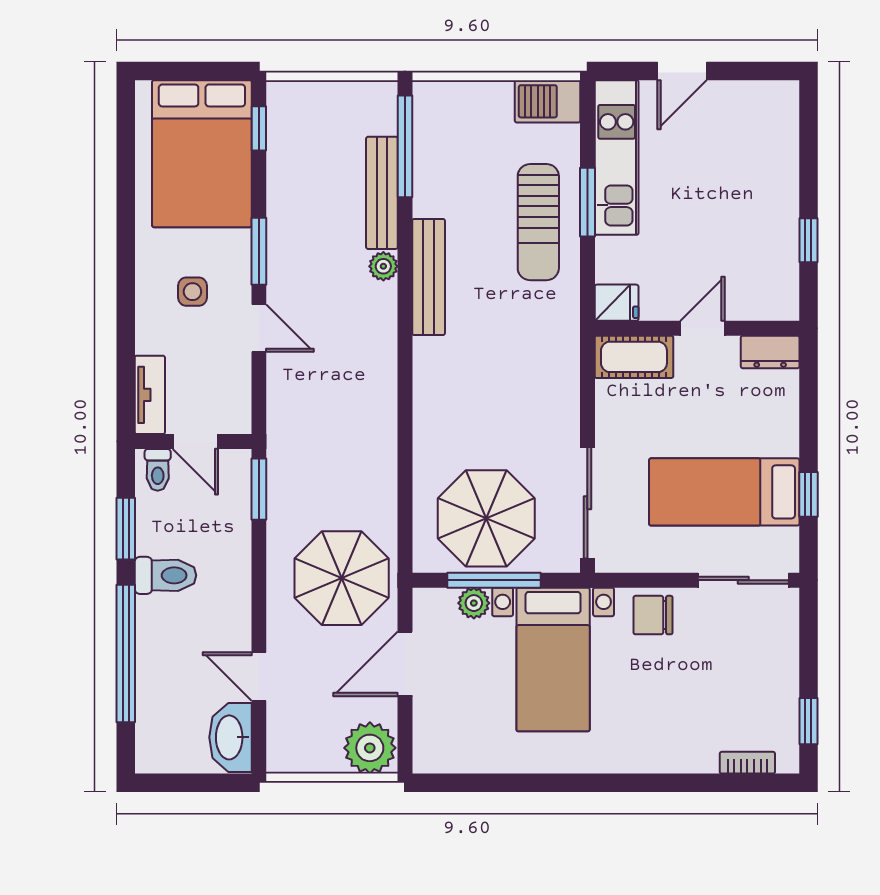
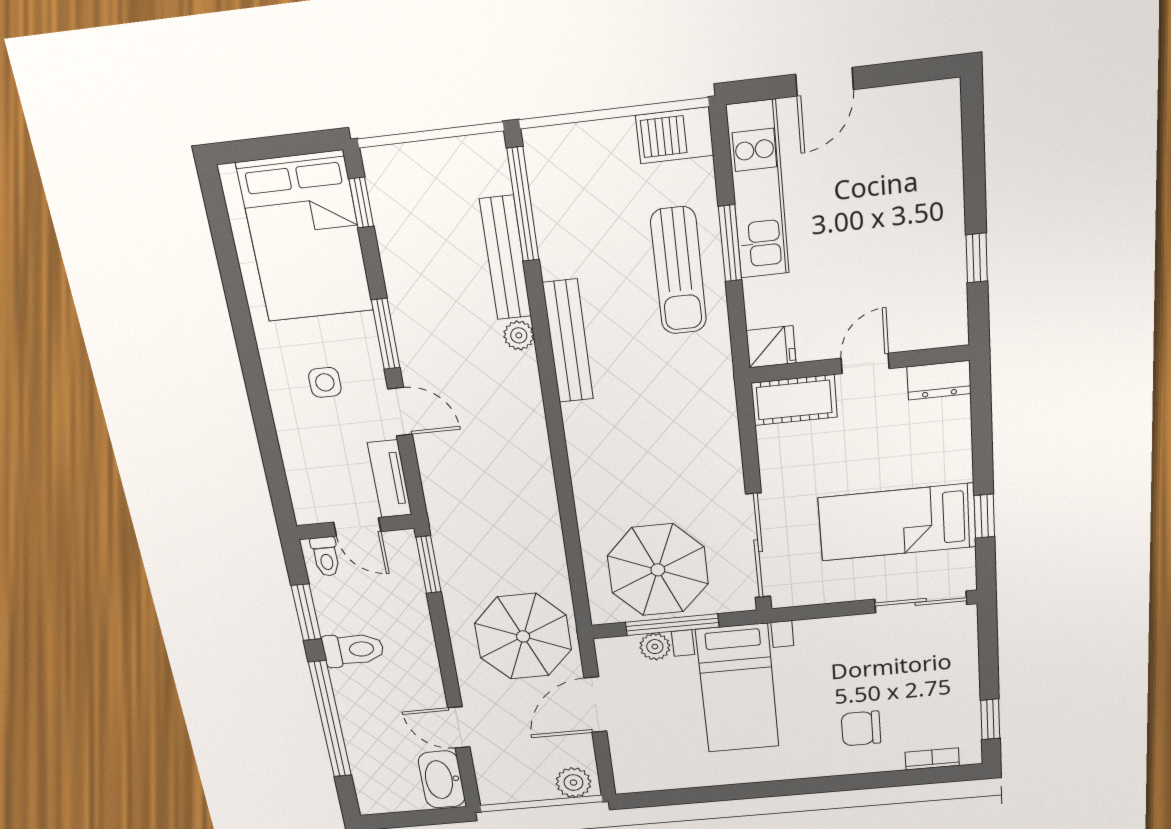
tv unit: (150, 395) -> (390, 479), moved, turned 180
chair: (653, 615) -> (861, 728), moved
plant: (370, 748) -> (573, 783), width x0.73, depth x0.73

